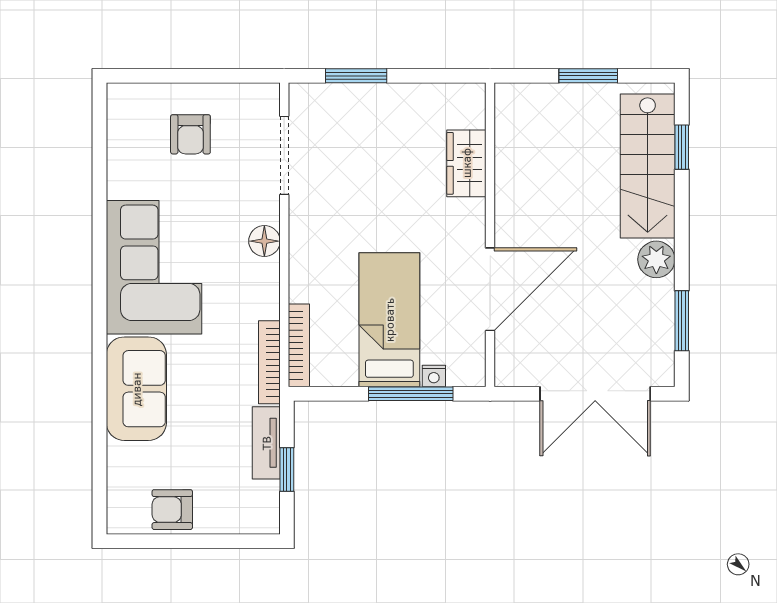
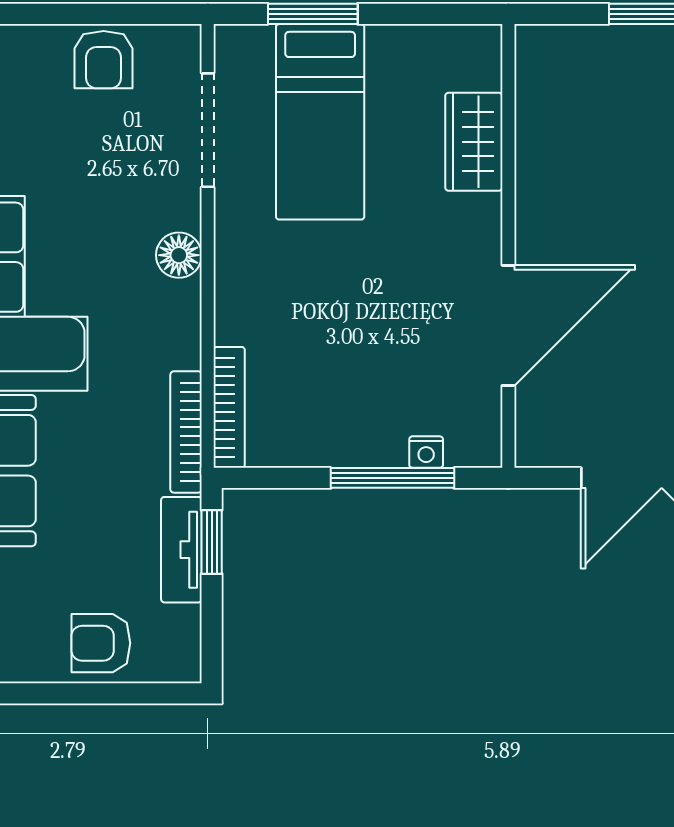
armchair: (190, 134) -> (104, 60), moved
bed: (389, 320) -> (320, 122), moved, turned 180
window: (287, 469) -> (212, 542), moved
armchair: (172, 510) -> (101, 643), moved

